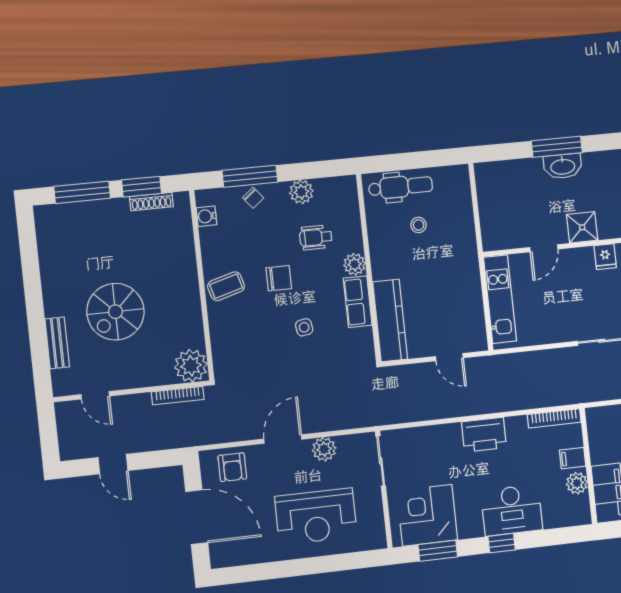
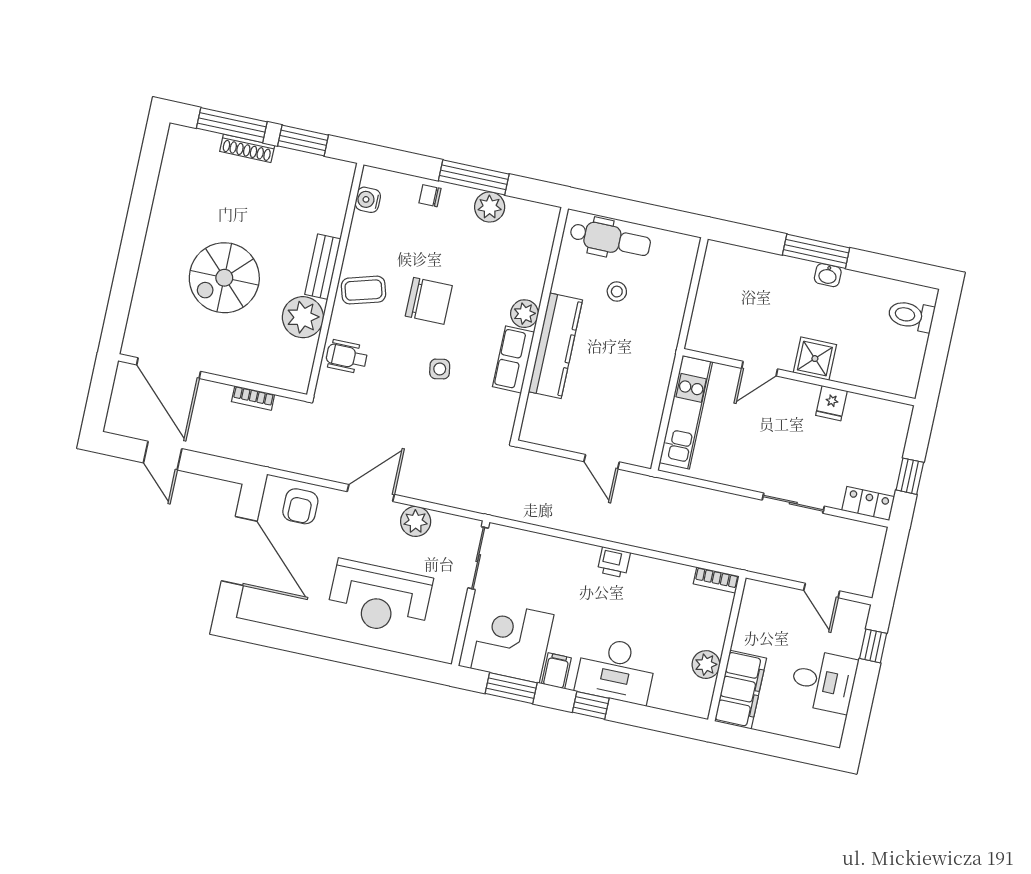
washbasin: (563, 166) -> (828, 275), width x0.52, depth x0.69
window: (250, 176) -> (474, 177), moved
chair: (253, 198) -> (430, 196), turned 129
shoe rack: (151, 202) -> (247, 148), moved
wheelchair: (316, 237) -> (347, 357), moved
chair: (279, 278) -> (429, 301), width x1.37, depth x1.37
kitchen counter: (390, 321) -> (555, 346), moved
bench: (57, 343) -> (323, 267), moved
plant: (191, 366) -> (303, 317), moved
door: (95, 395) -> (169, 368), width x1.87
bookcase: (178, 396) -> (253, 398), width x0.64
bookcase: (554, 418) -> (716, 580), width x0.64
printer: (484, 435) -> (614, 562), width x0.53, depth x0.68
filing cabinet: (573, 458) -> (556, 671), moved, turned 90

